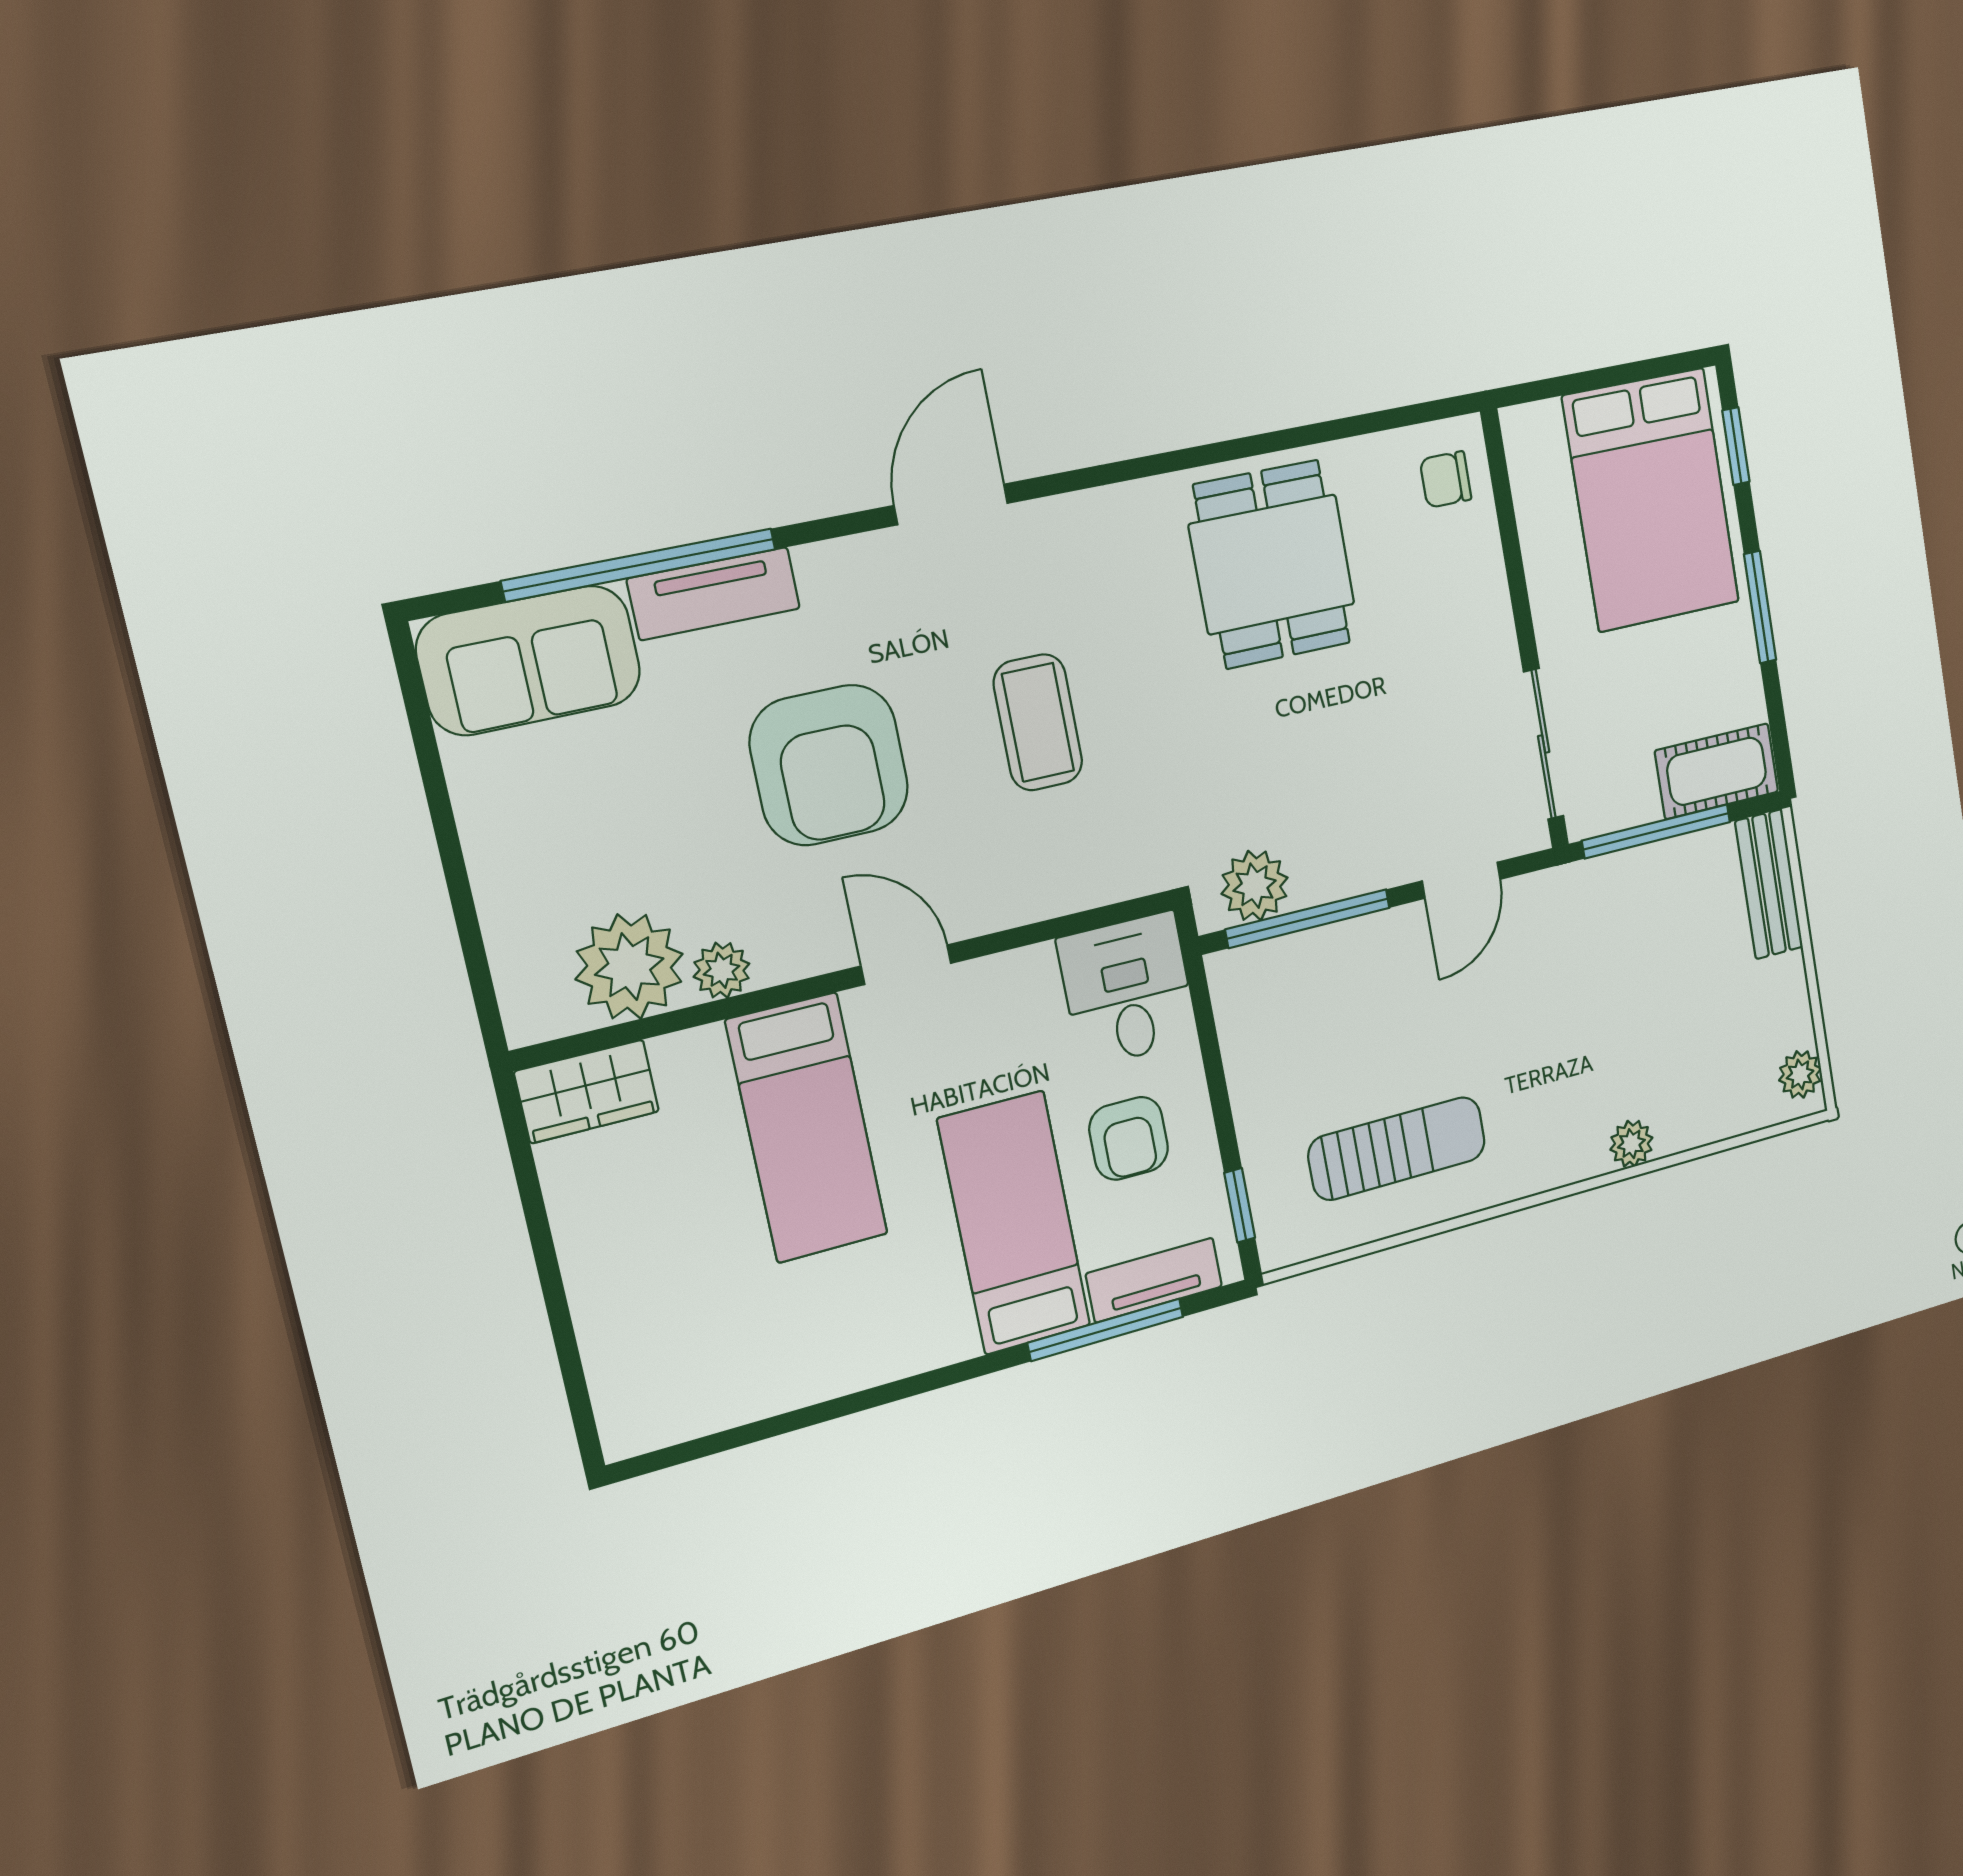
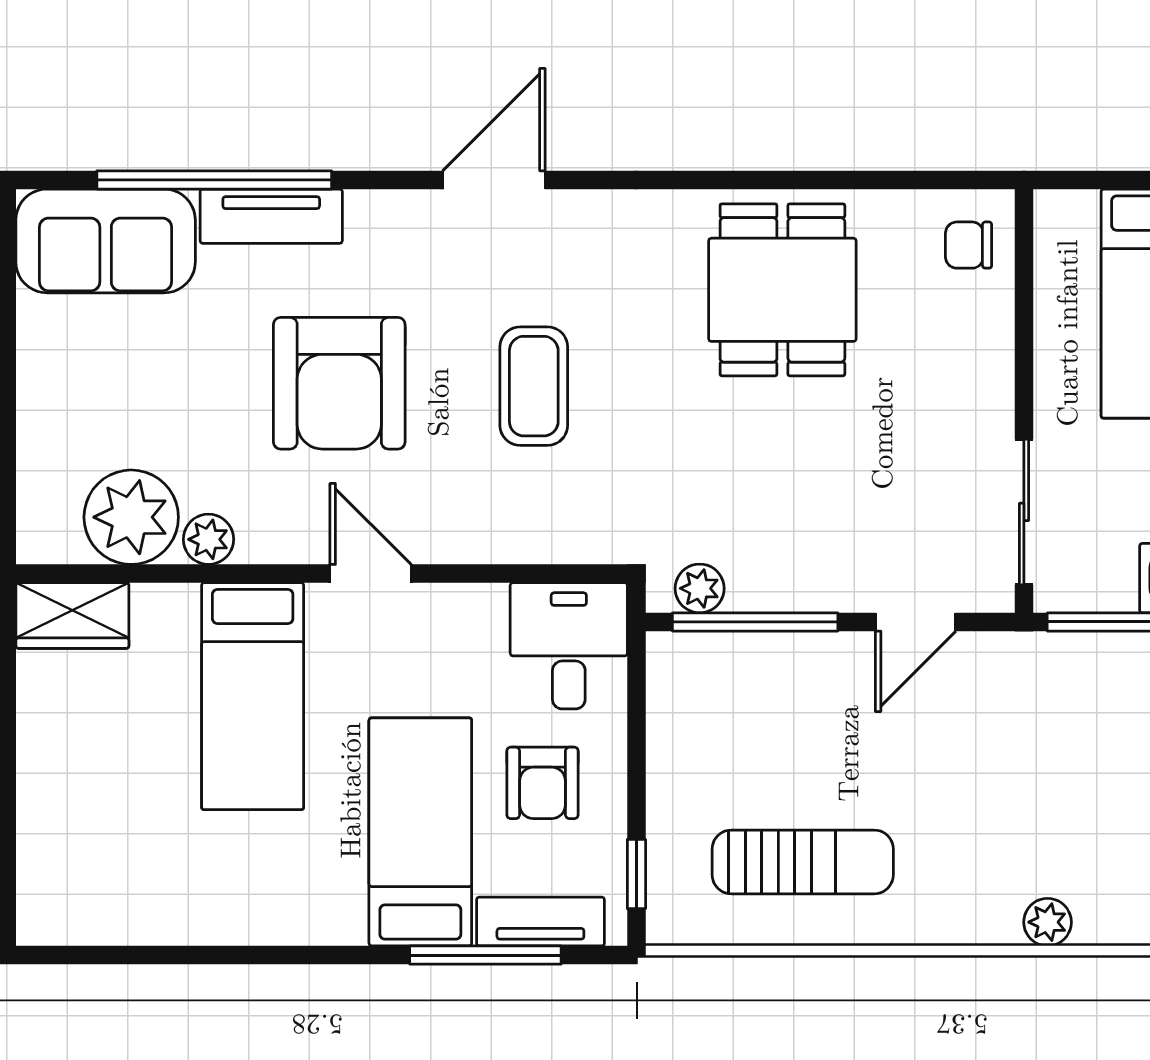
plant: (1255, 886) -> (700, 588), width x0.73, depth x0.73

